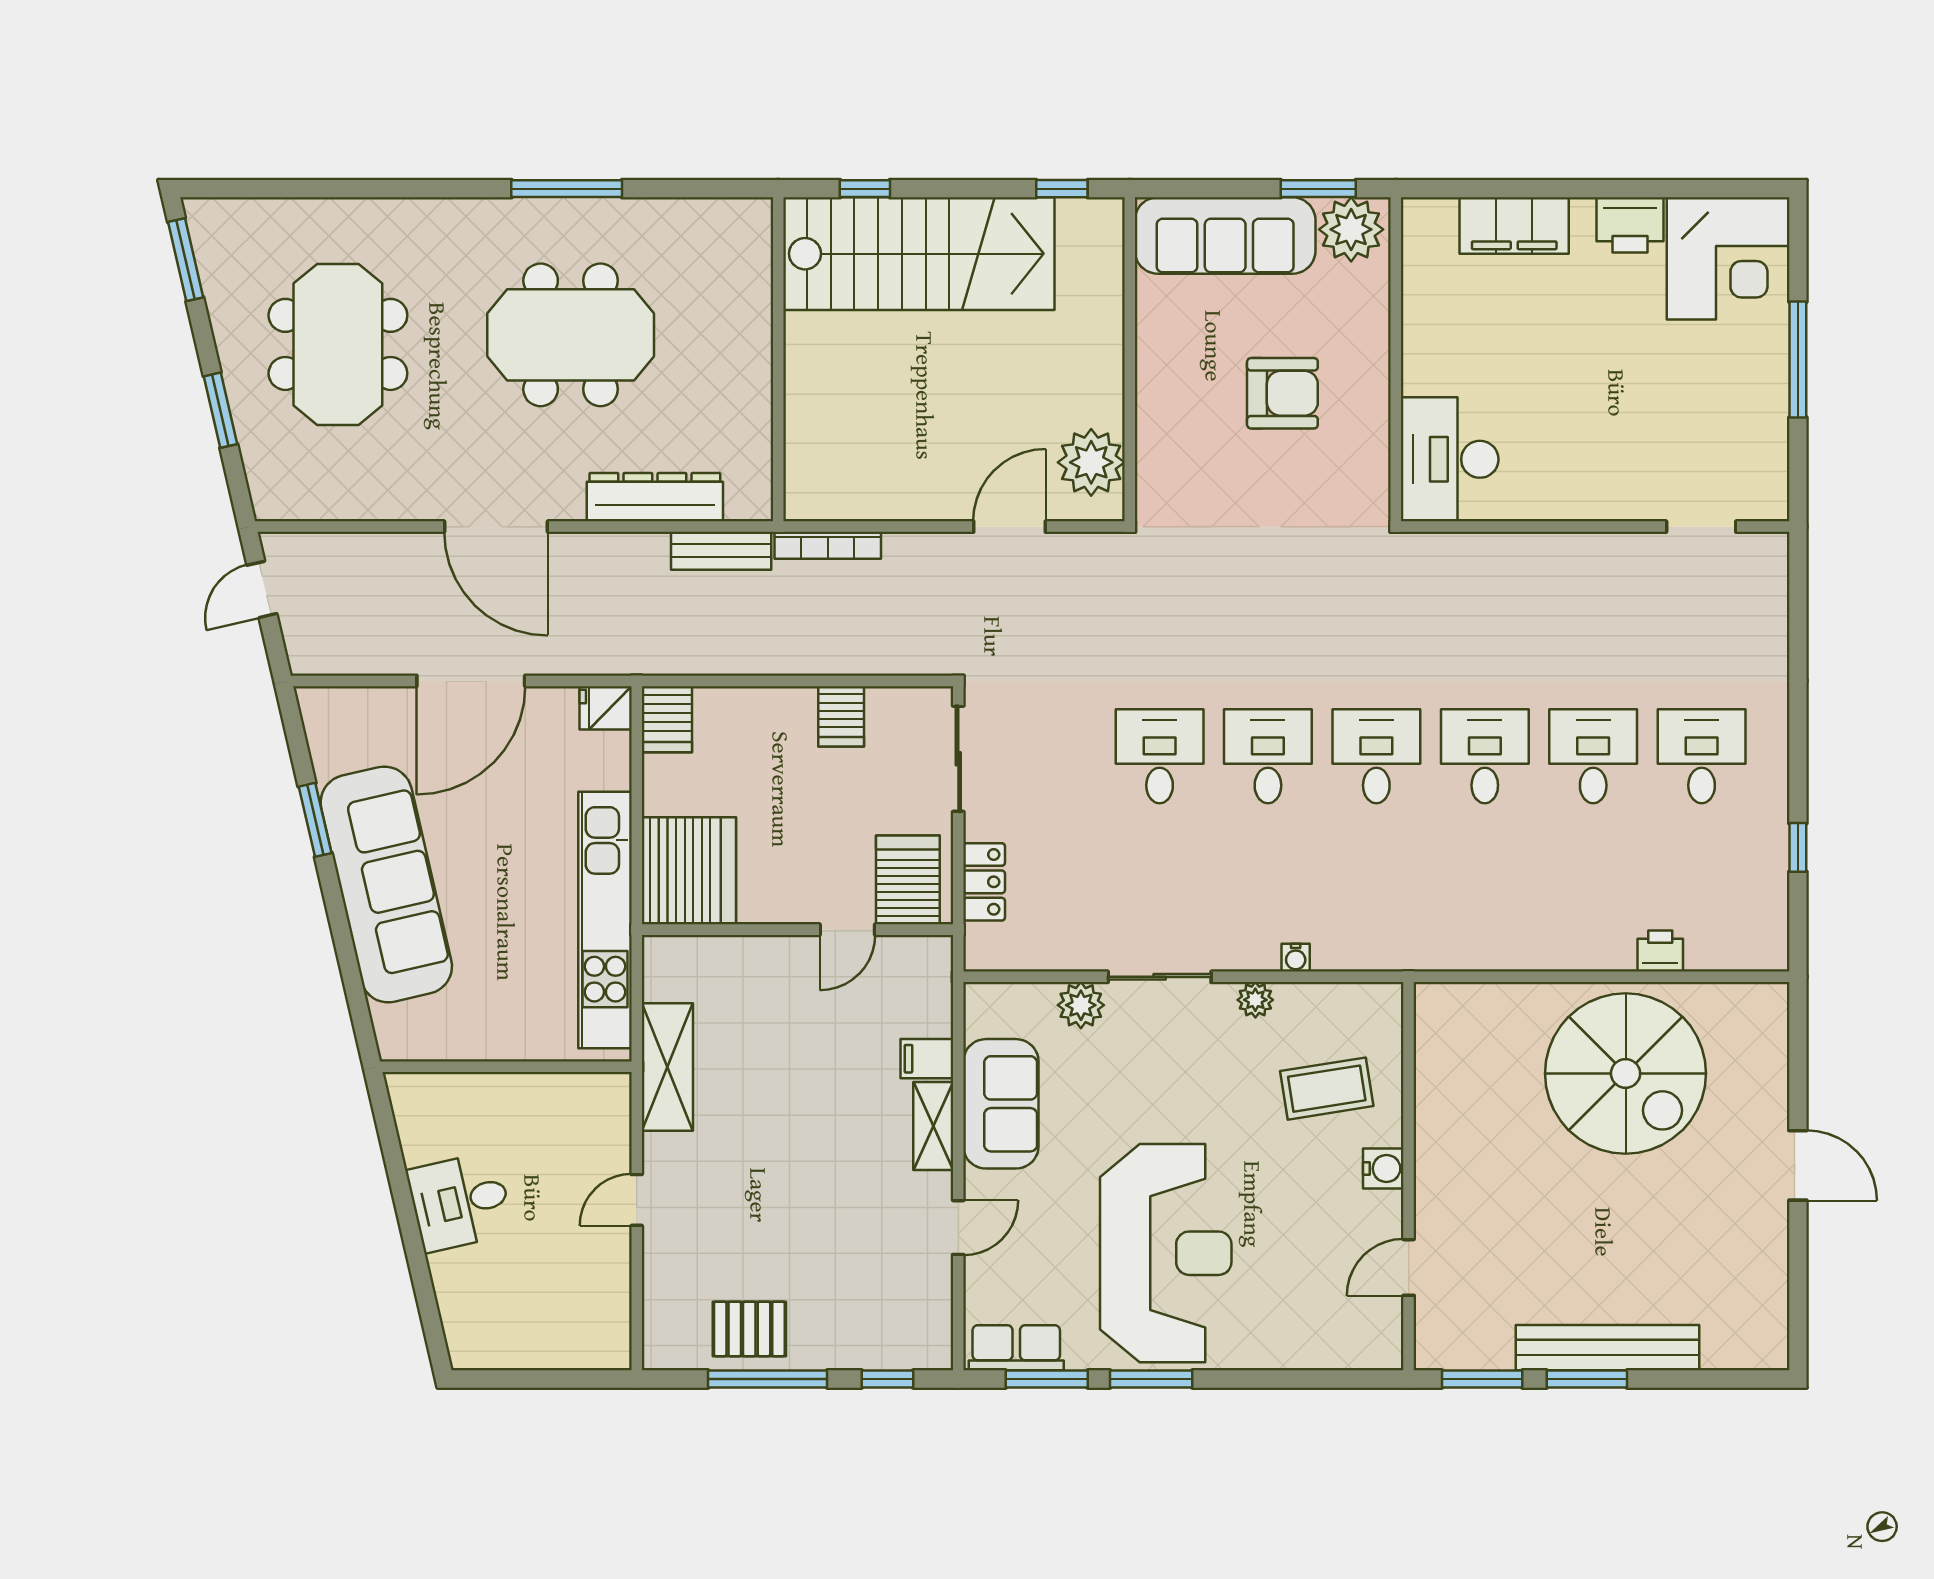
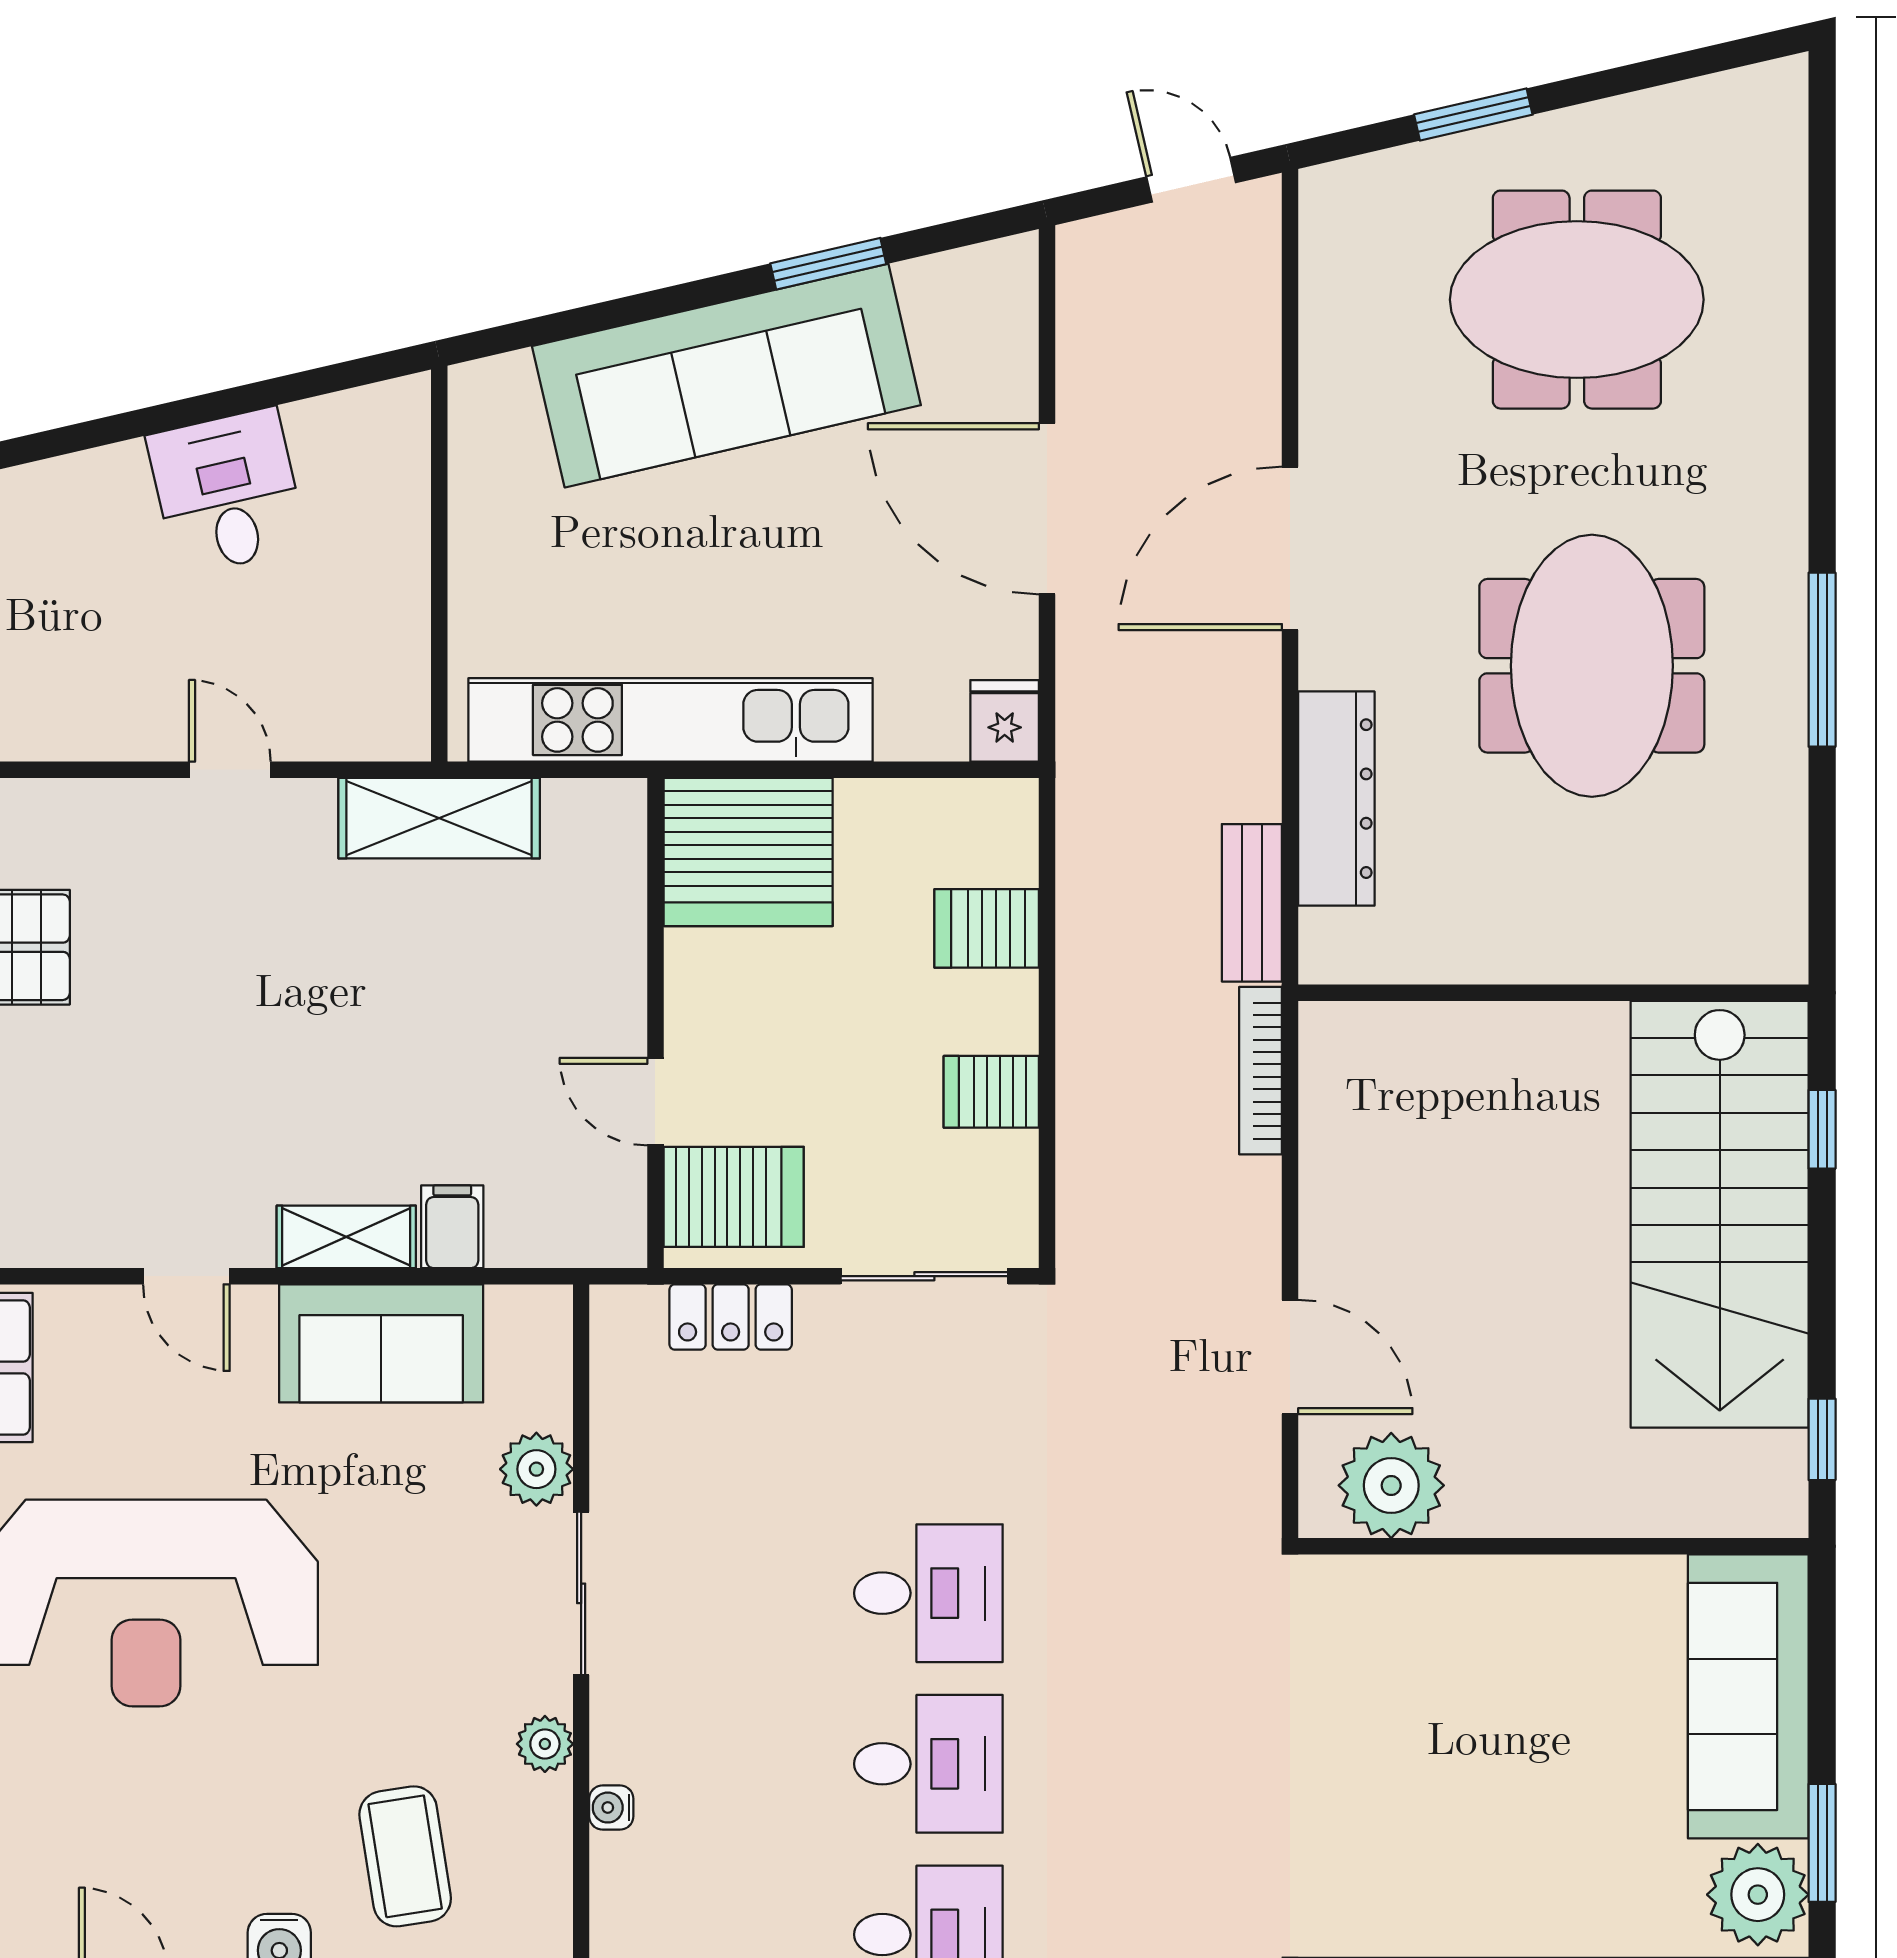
window: (186, 260) -> (1710, 60), removed
armchair: (1282, 393) -> (1500, 1787), removed
server rack: (667, 719) -> (987, 928), moved

